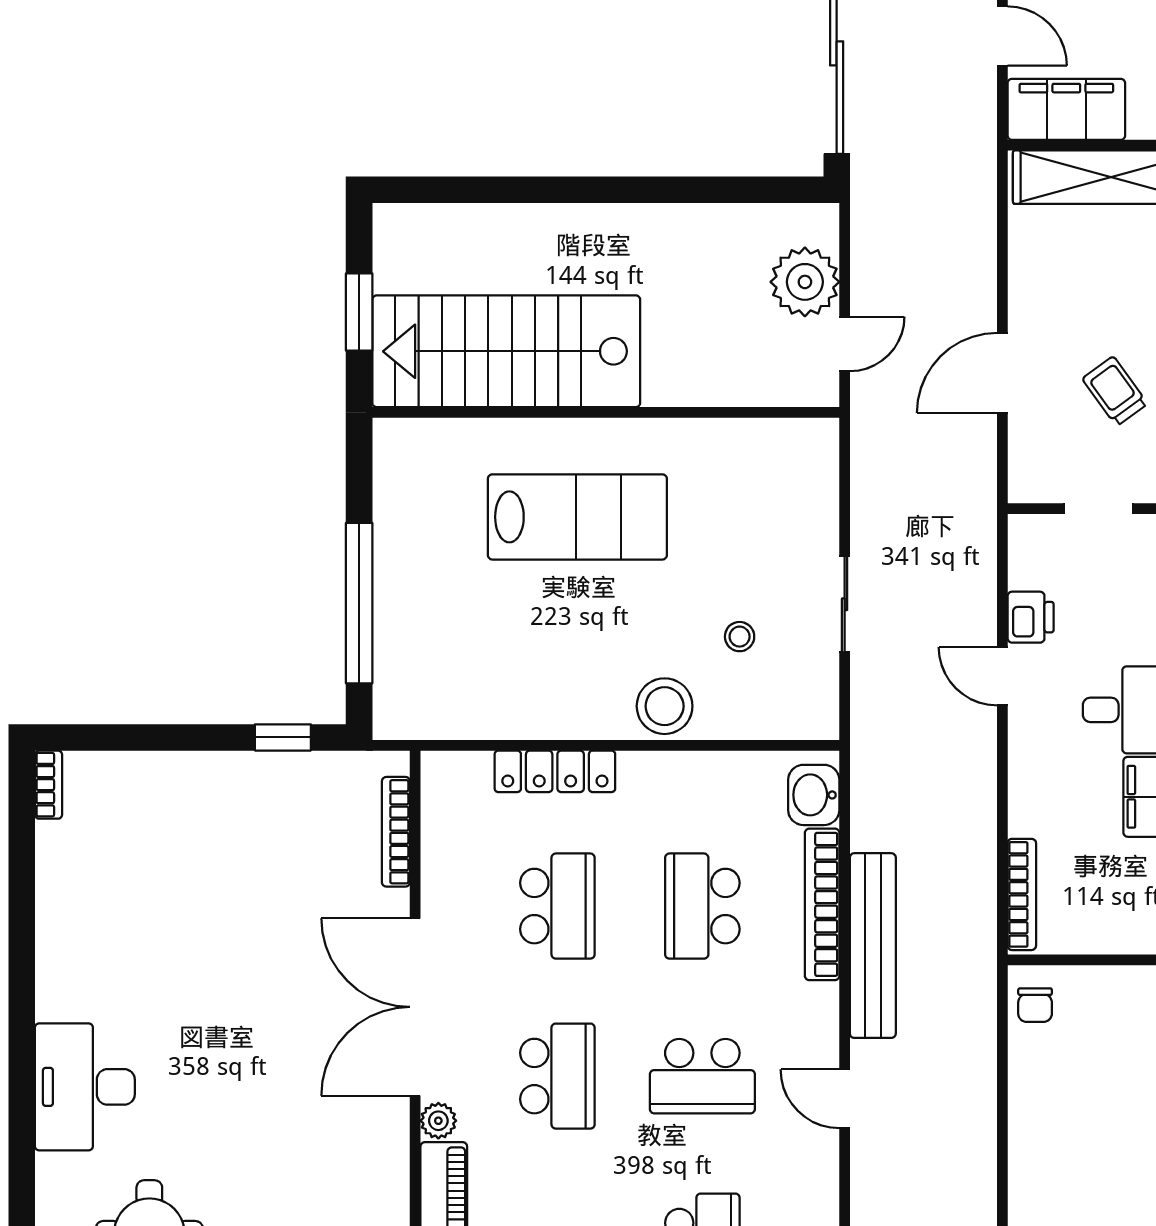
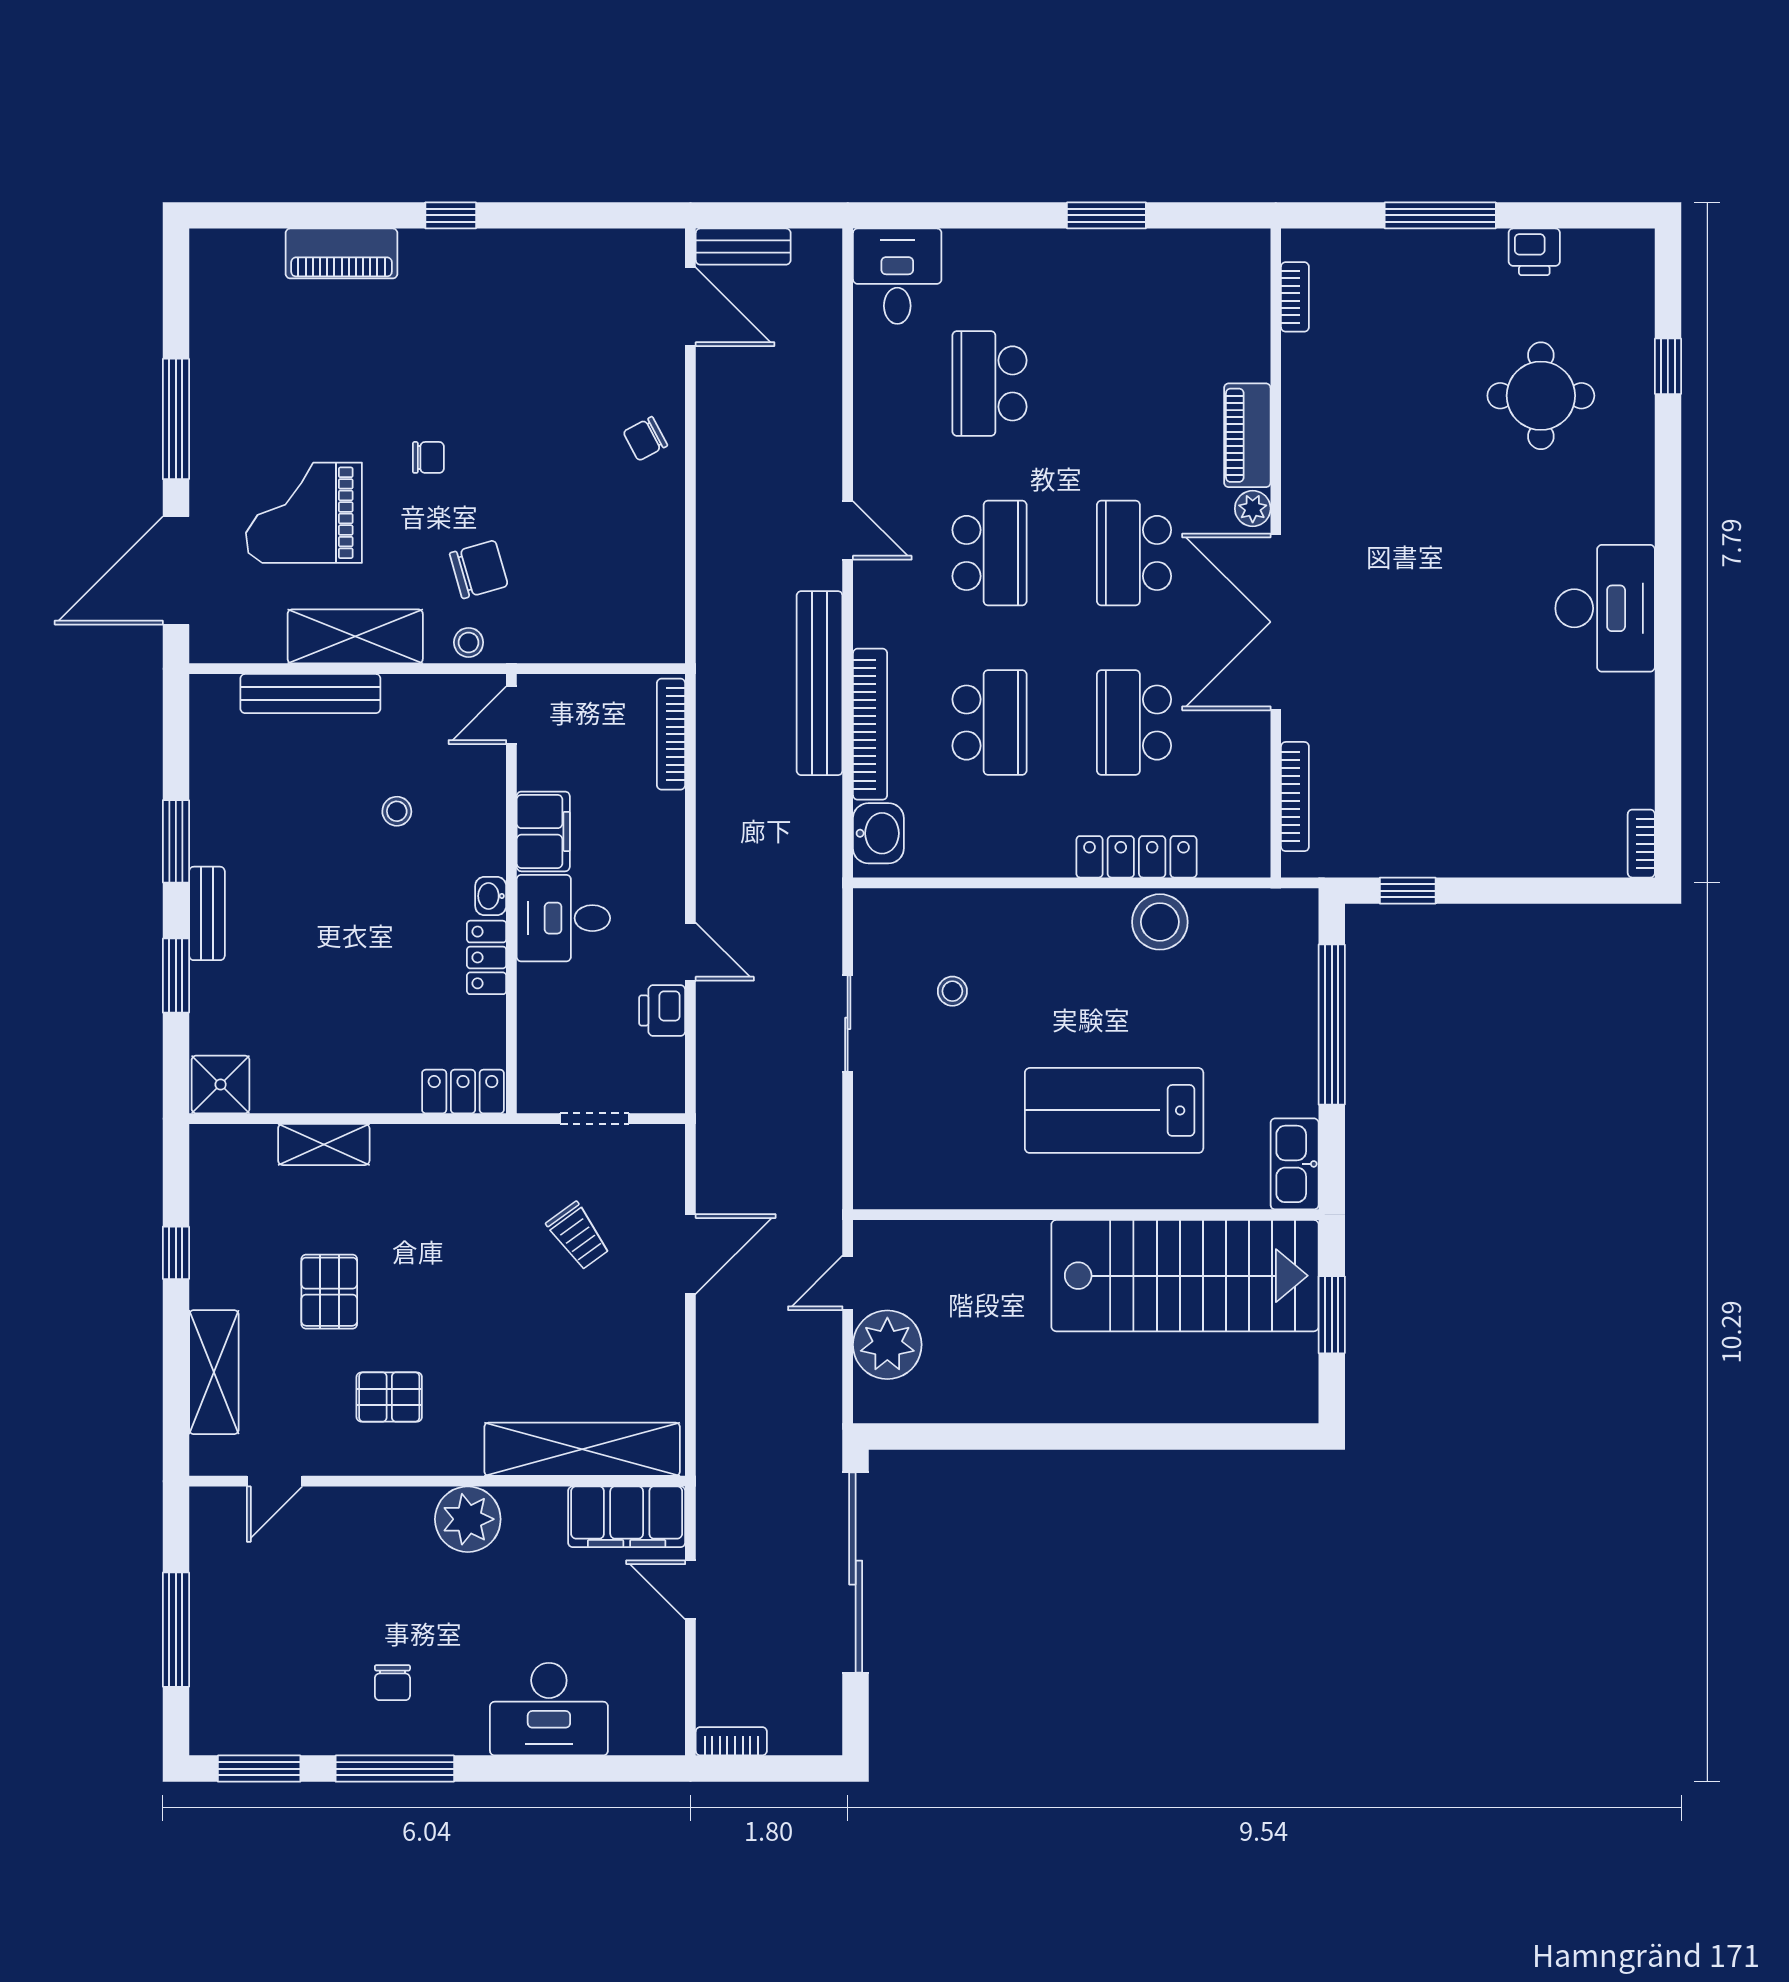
kitchen sink: (396, 463) -> (1295, 1164), added
stool: (665, 706) -> (1160, 922), moved
chair: (1035, 1005) -> (645, 439), moved, turned -118
double door: (415, 1007) -> (1276, 622), swing flipped
school desk: (702, 1076) -> (989, 553), turned 90
desk: (85, 1087) -> (1605, 608), moved

